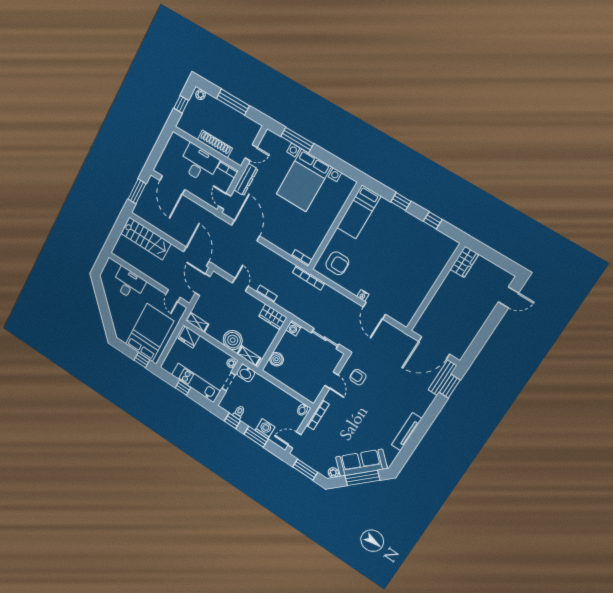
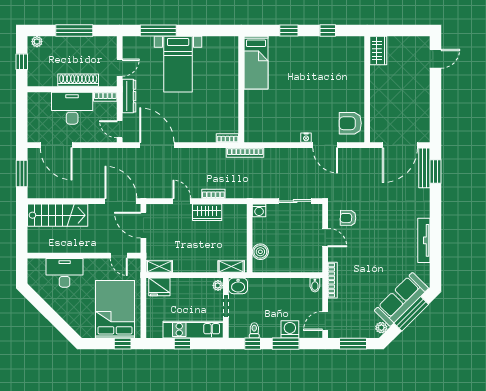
bed with nightstands: (304, 180) -> (178, 64), width x0.73
armchair: (337, 263) -> (350, 123), moved, turned 180
wardrobe: (273, 317) -> (207, 212), moved
boiler: (233, 340) -> (206, 261), removed

